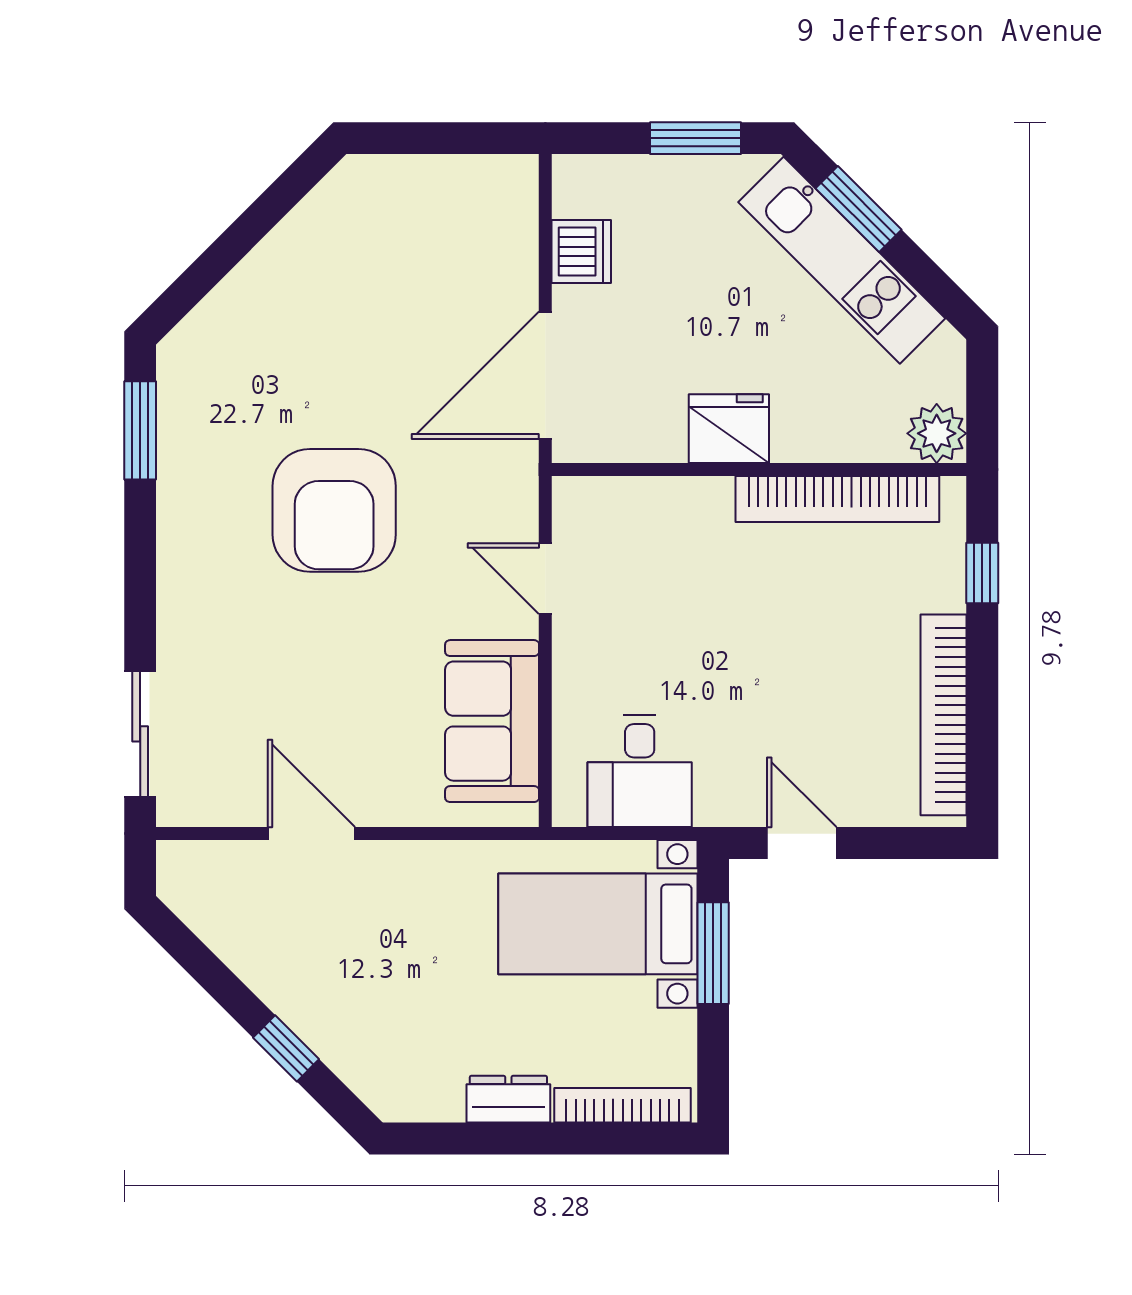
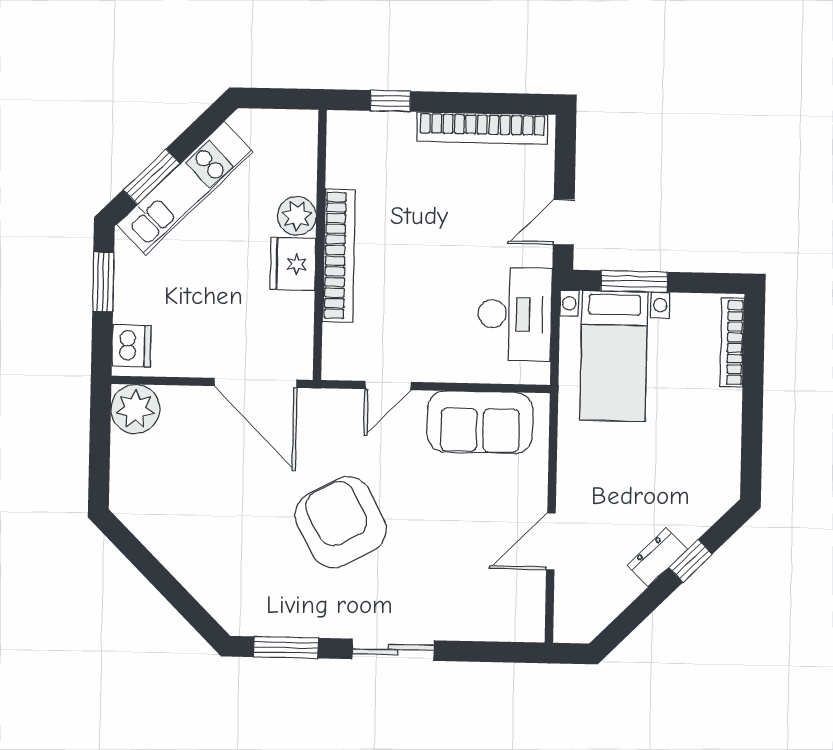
plant: (501, 192) -> (135, 409), added
dishwasher: (581, 251) -> (131, 346), moved, turned 90
plant: (937, 433) -> (297, 216), moved
bookcase: (837, 499) -> (339, 255), moved
armchair: (334, 510) -> (341, 522), turned -118
sliding door: (140, 734) -> (393, 650), moved
desk: (640, 771) -> (515, 314), width x1.37
dresser: (508, 1099) -> (657, 557), moved, turned 45

